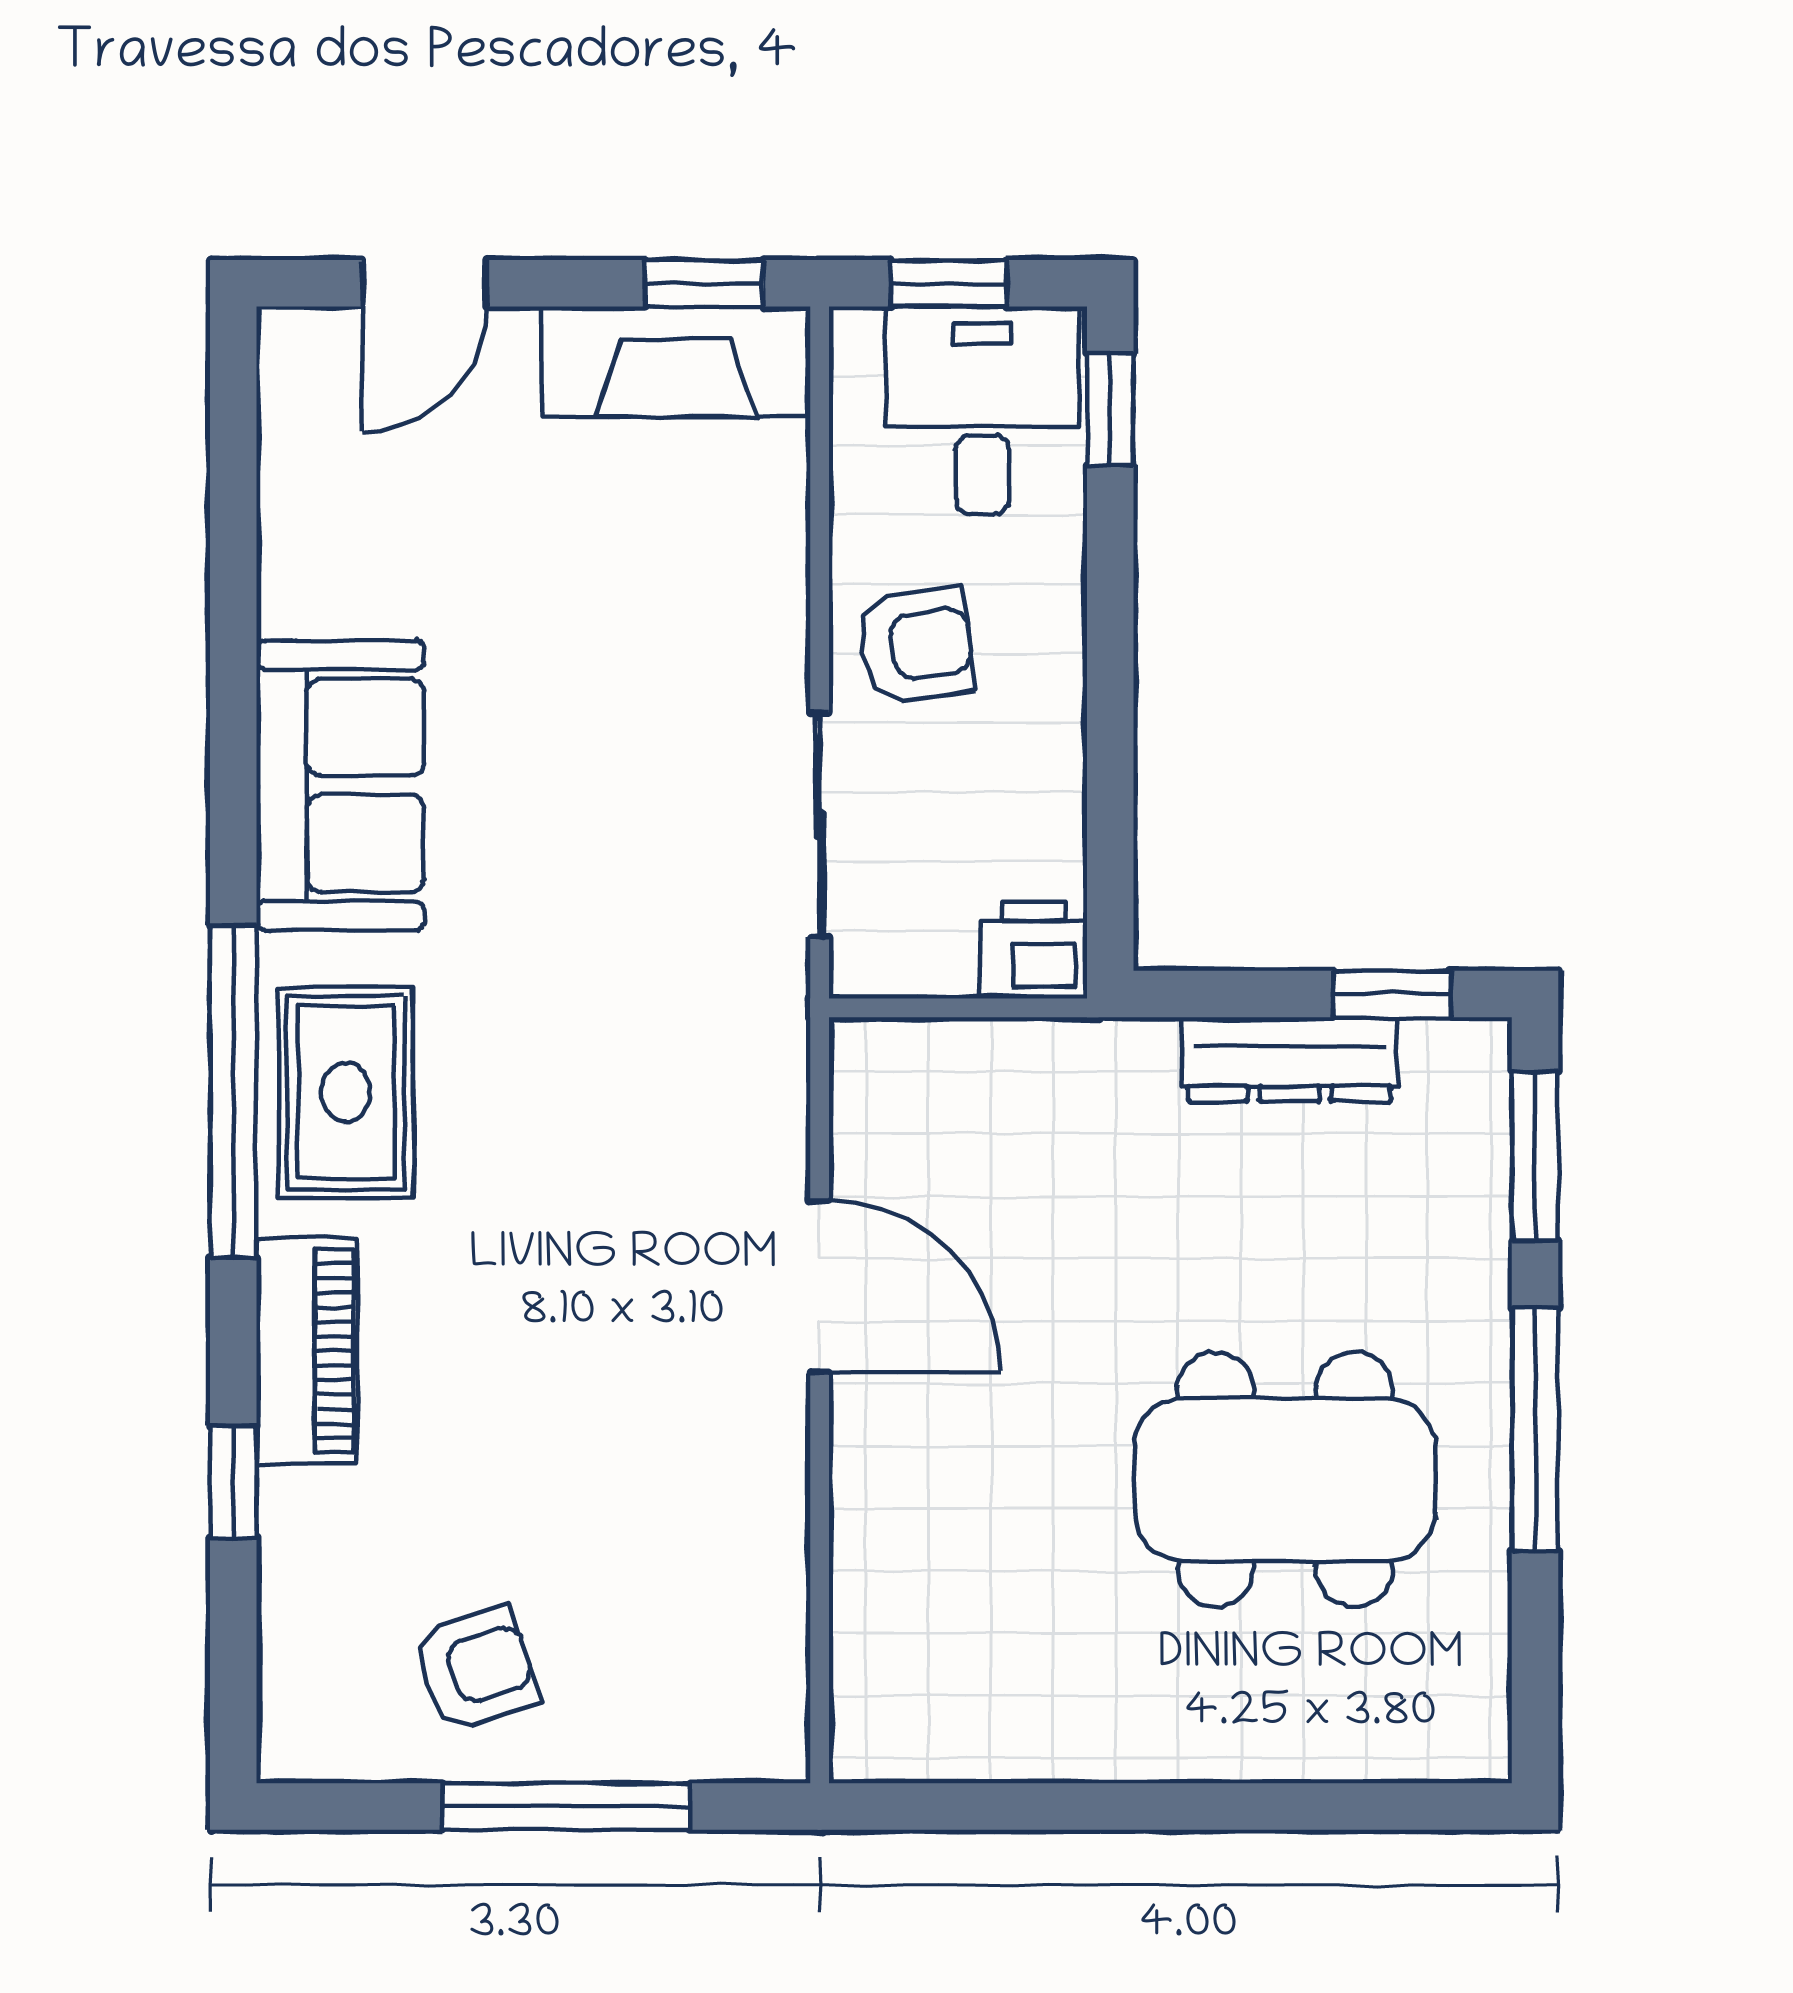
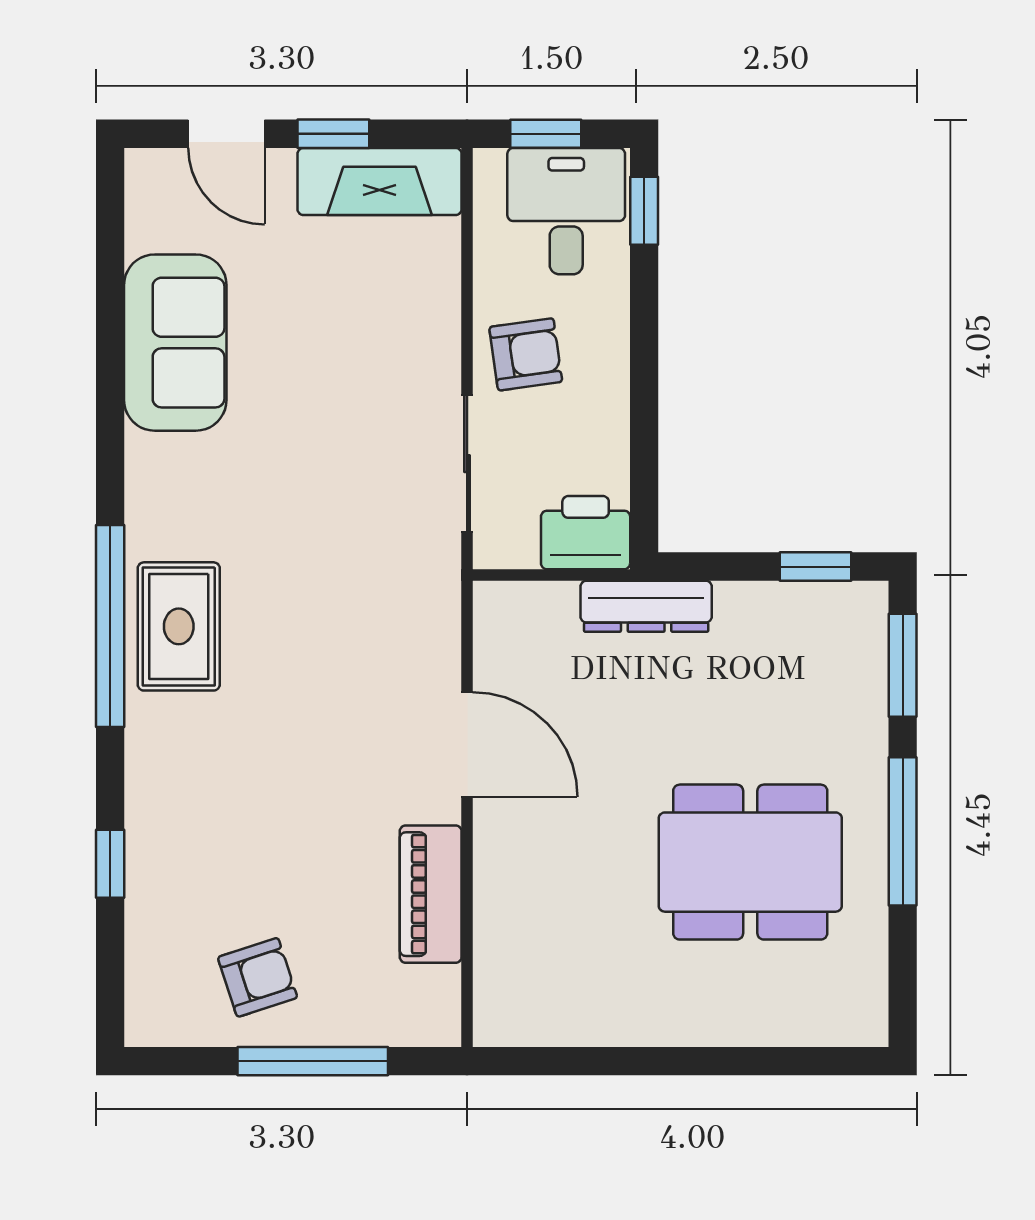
door: (424, 283) -> (226, 134), hinge flipped
window: (704, 283) -> (333, 134), moved
sofa: (340, 785) -> (175, 343), moved
printer: (1034, 950) -> (586, 533), width x1.36, depth x1.24
dresser: (1289, 1059) -> (646, 606), moved
piano: (307, 1351) -> (431, 894), moved, turned 180

